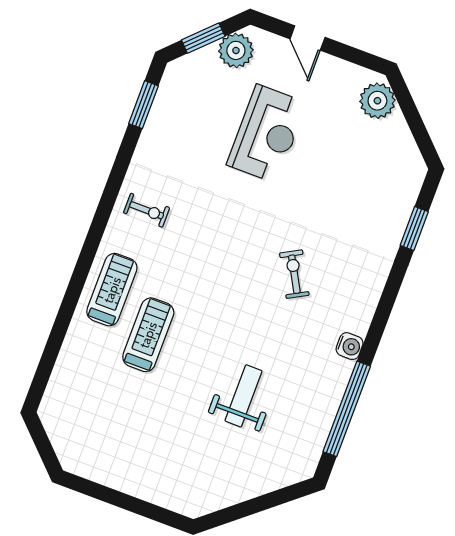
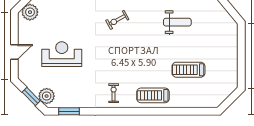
plant: (236, 50) -> (47, 96), moved
treadmill: (148, 335) -> (188, 70), moved
weight bench: (244, 396) -> (177, 22), turned 180

